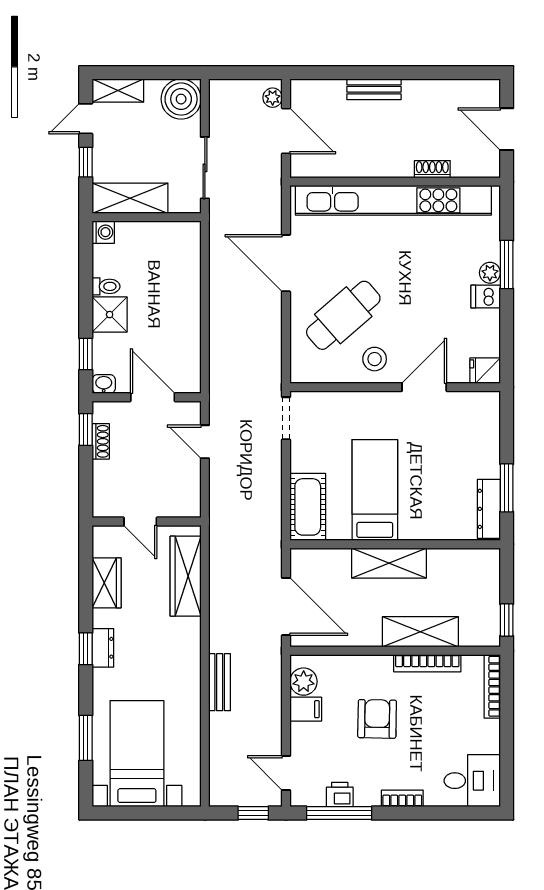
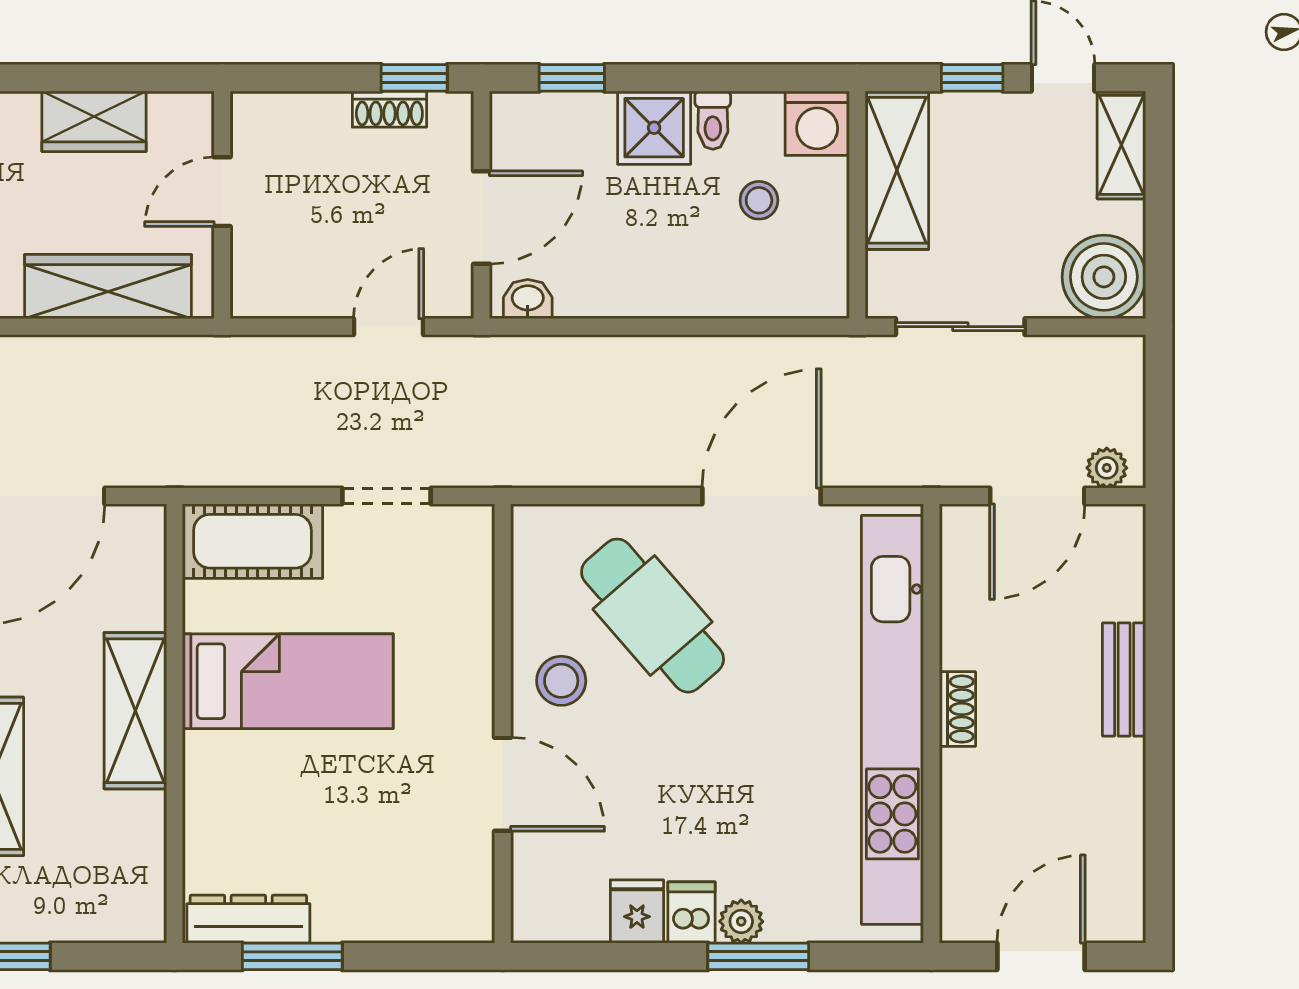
shoe rack: (432, 169) -> (957, 709), moved
washing machine: (103, 232) -> (817, 123), width x1.38, depth x1.38
stool: (144, 264) -> (759, 200), added
fridge: (485, 371) -> (637, 911), moved
washbasin: (104, 384) -> (528, 299), moved, turned -90
doorway: (286, 418) -> (386, 496), moved

